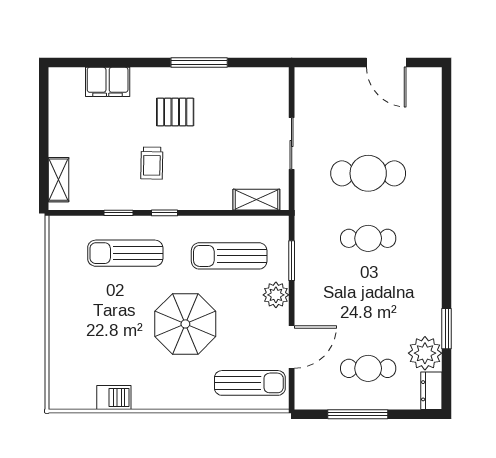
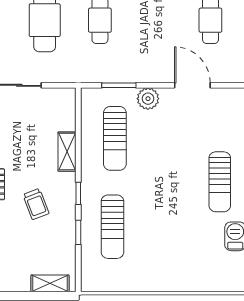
trolley: (152, 163) -> (36, 204), turned 68
shelving: (256, 200) -> (67, 152), moved
parasol: (185, 324) -> (173, 176), removed
sun lounger: (250, 383) -> (220, 182), moved, turned 180

